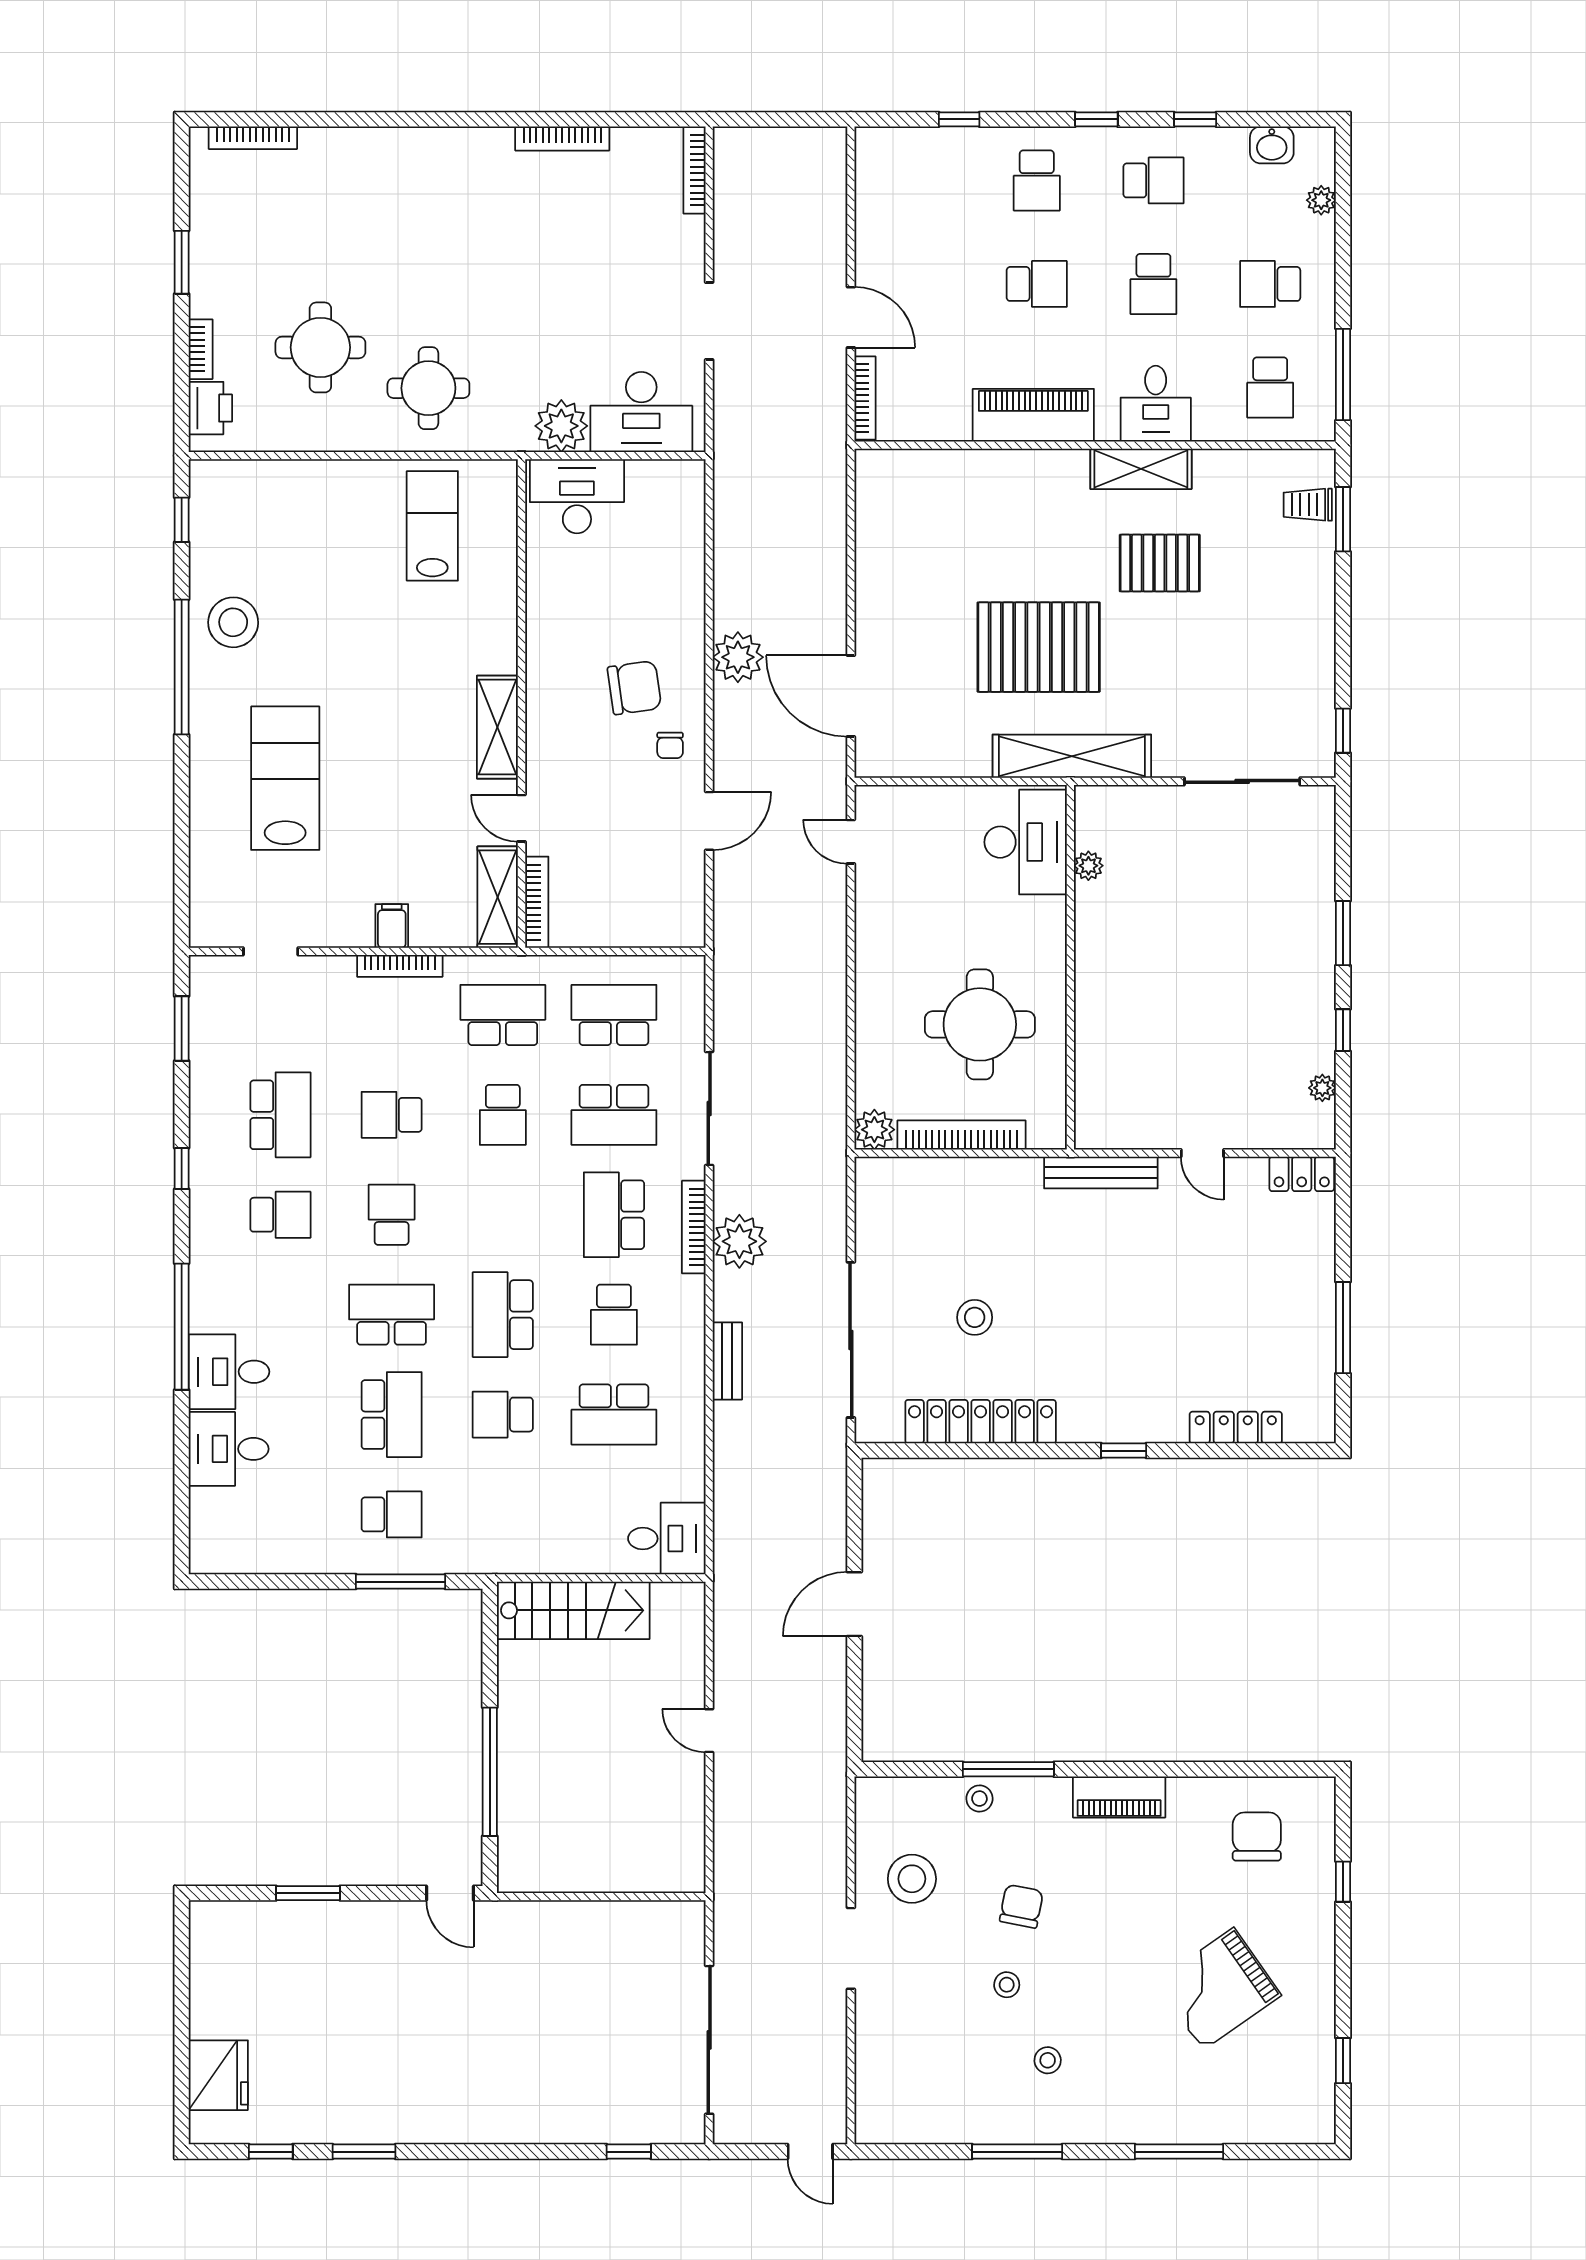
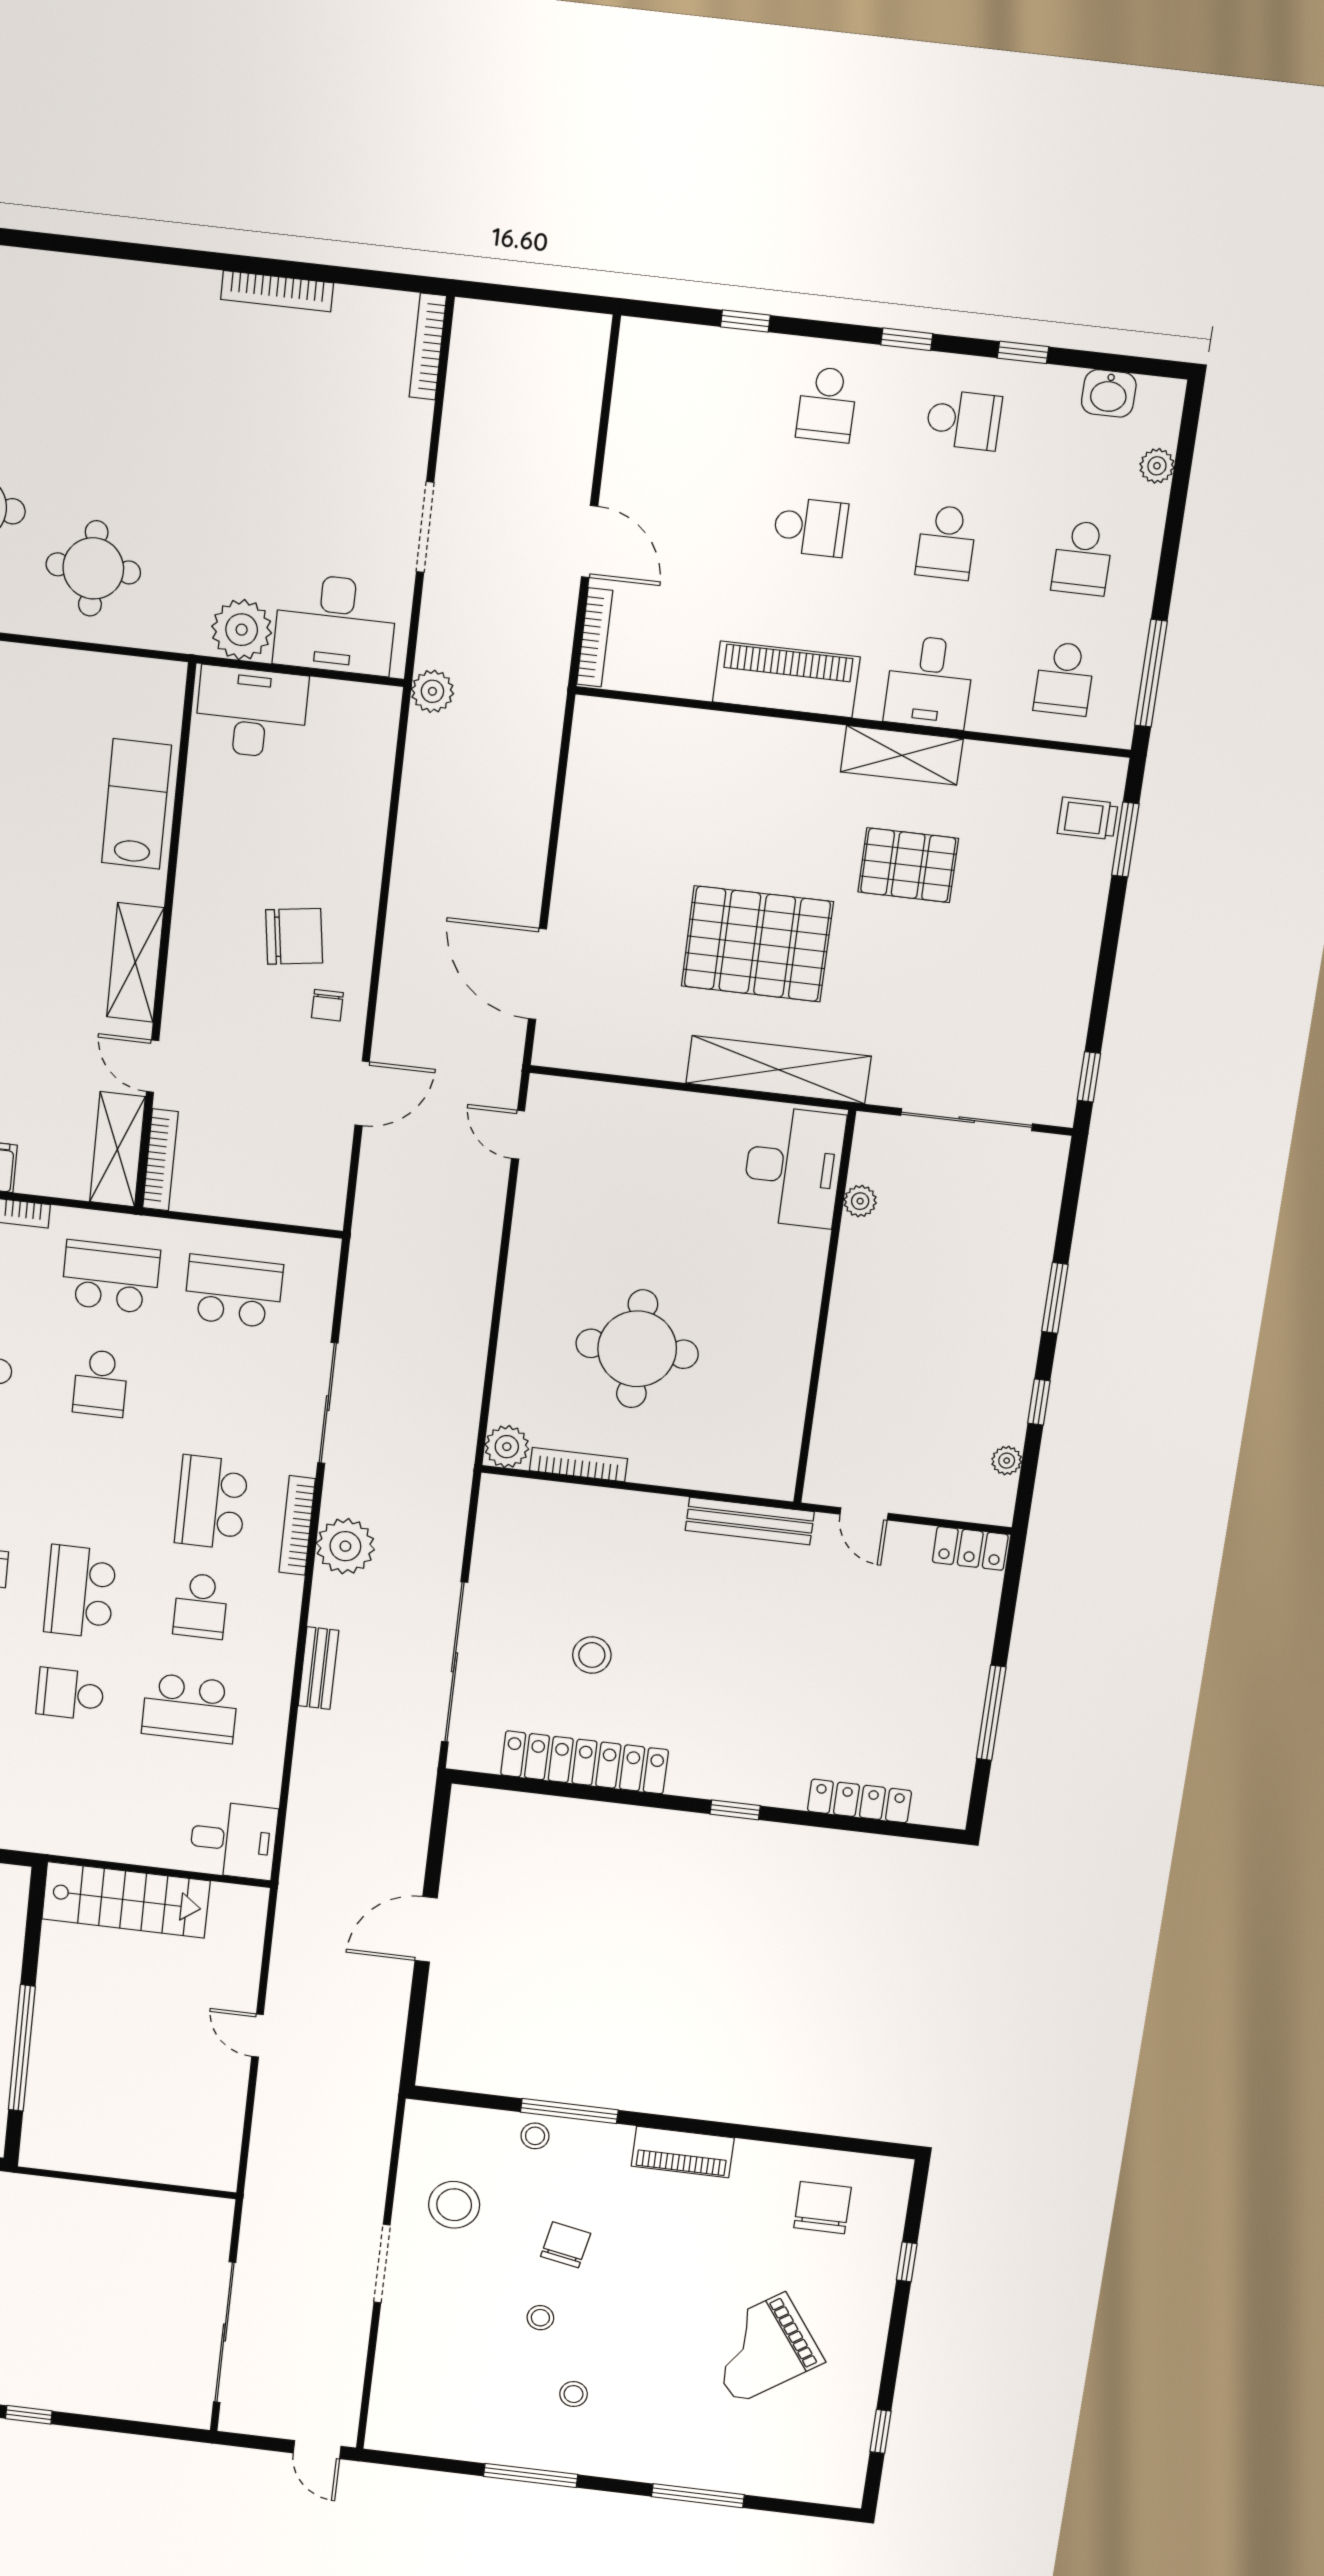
school desk: (1270, 284) -> (1082, 558), turned -90
lab bench: (432, 526) -> (136, 804), moved
plant: (738, 657) -> (432, 691), moved, width x0.73, depth x0.73
desk: (1026, 842) -> (793, 1167), moved
plant: (1088, 866) -> (860, 1201), moved
wall: (1070, 967) -> (824, 1309), moved
school desk: (614, 1115) -> (222, 1398), removed
bookcase: (961, 1135) -> (578, 1465), width x0.68, depth x0.76
window: (629, 2152) -> (29, 2415), moved

